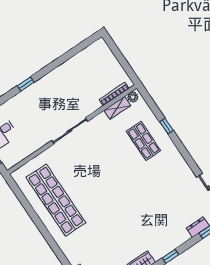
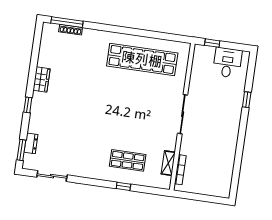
window: (26, 84) -> (247, 100), moved
plant: (133, 97) -> (166, 181), removed

